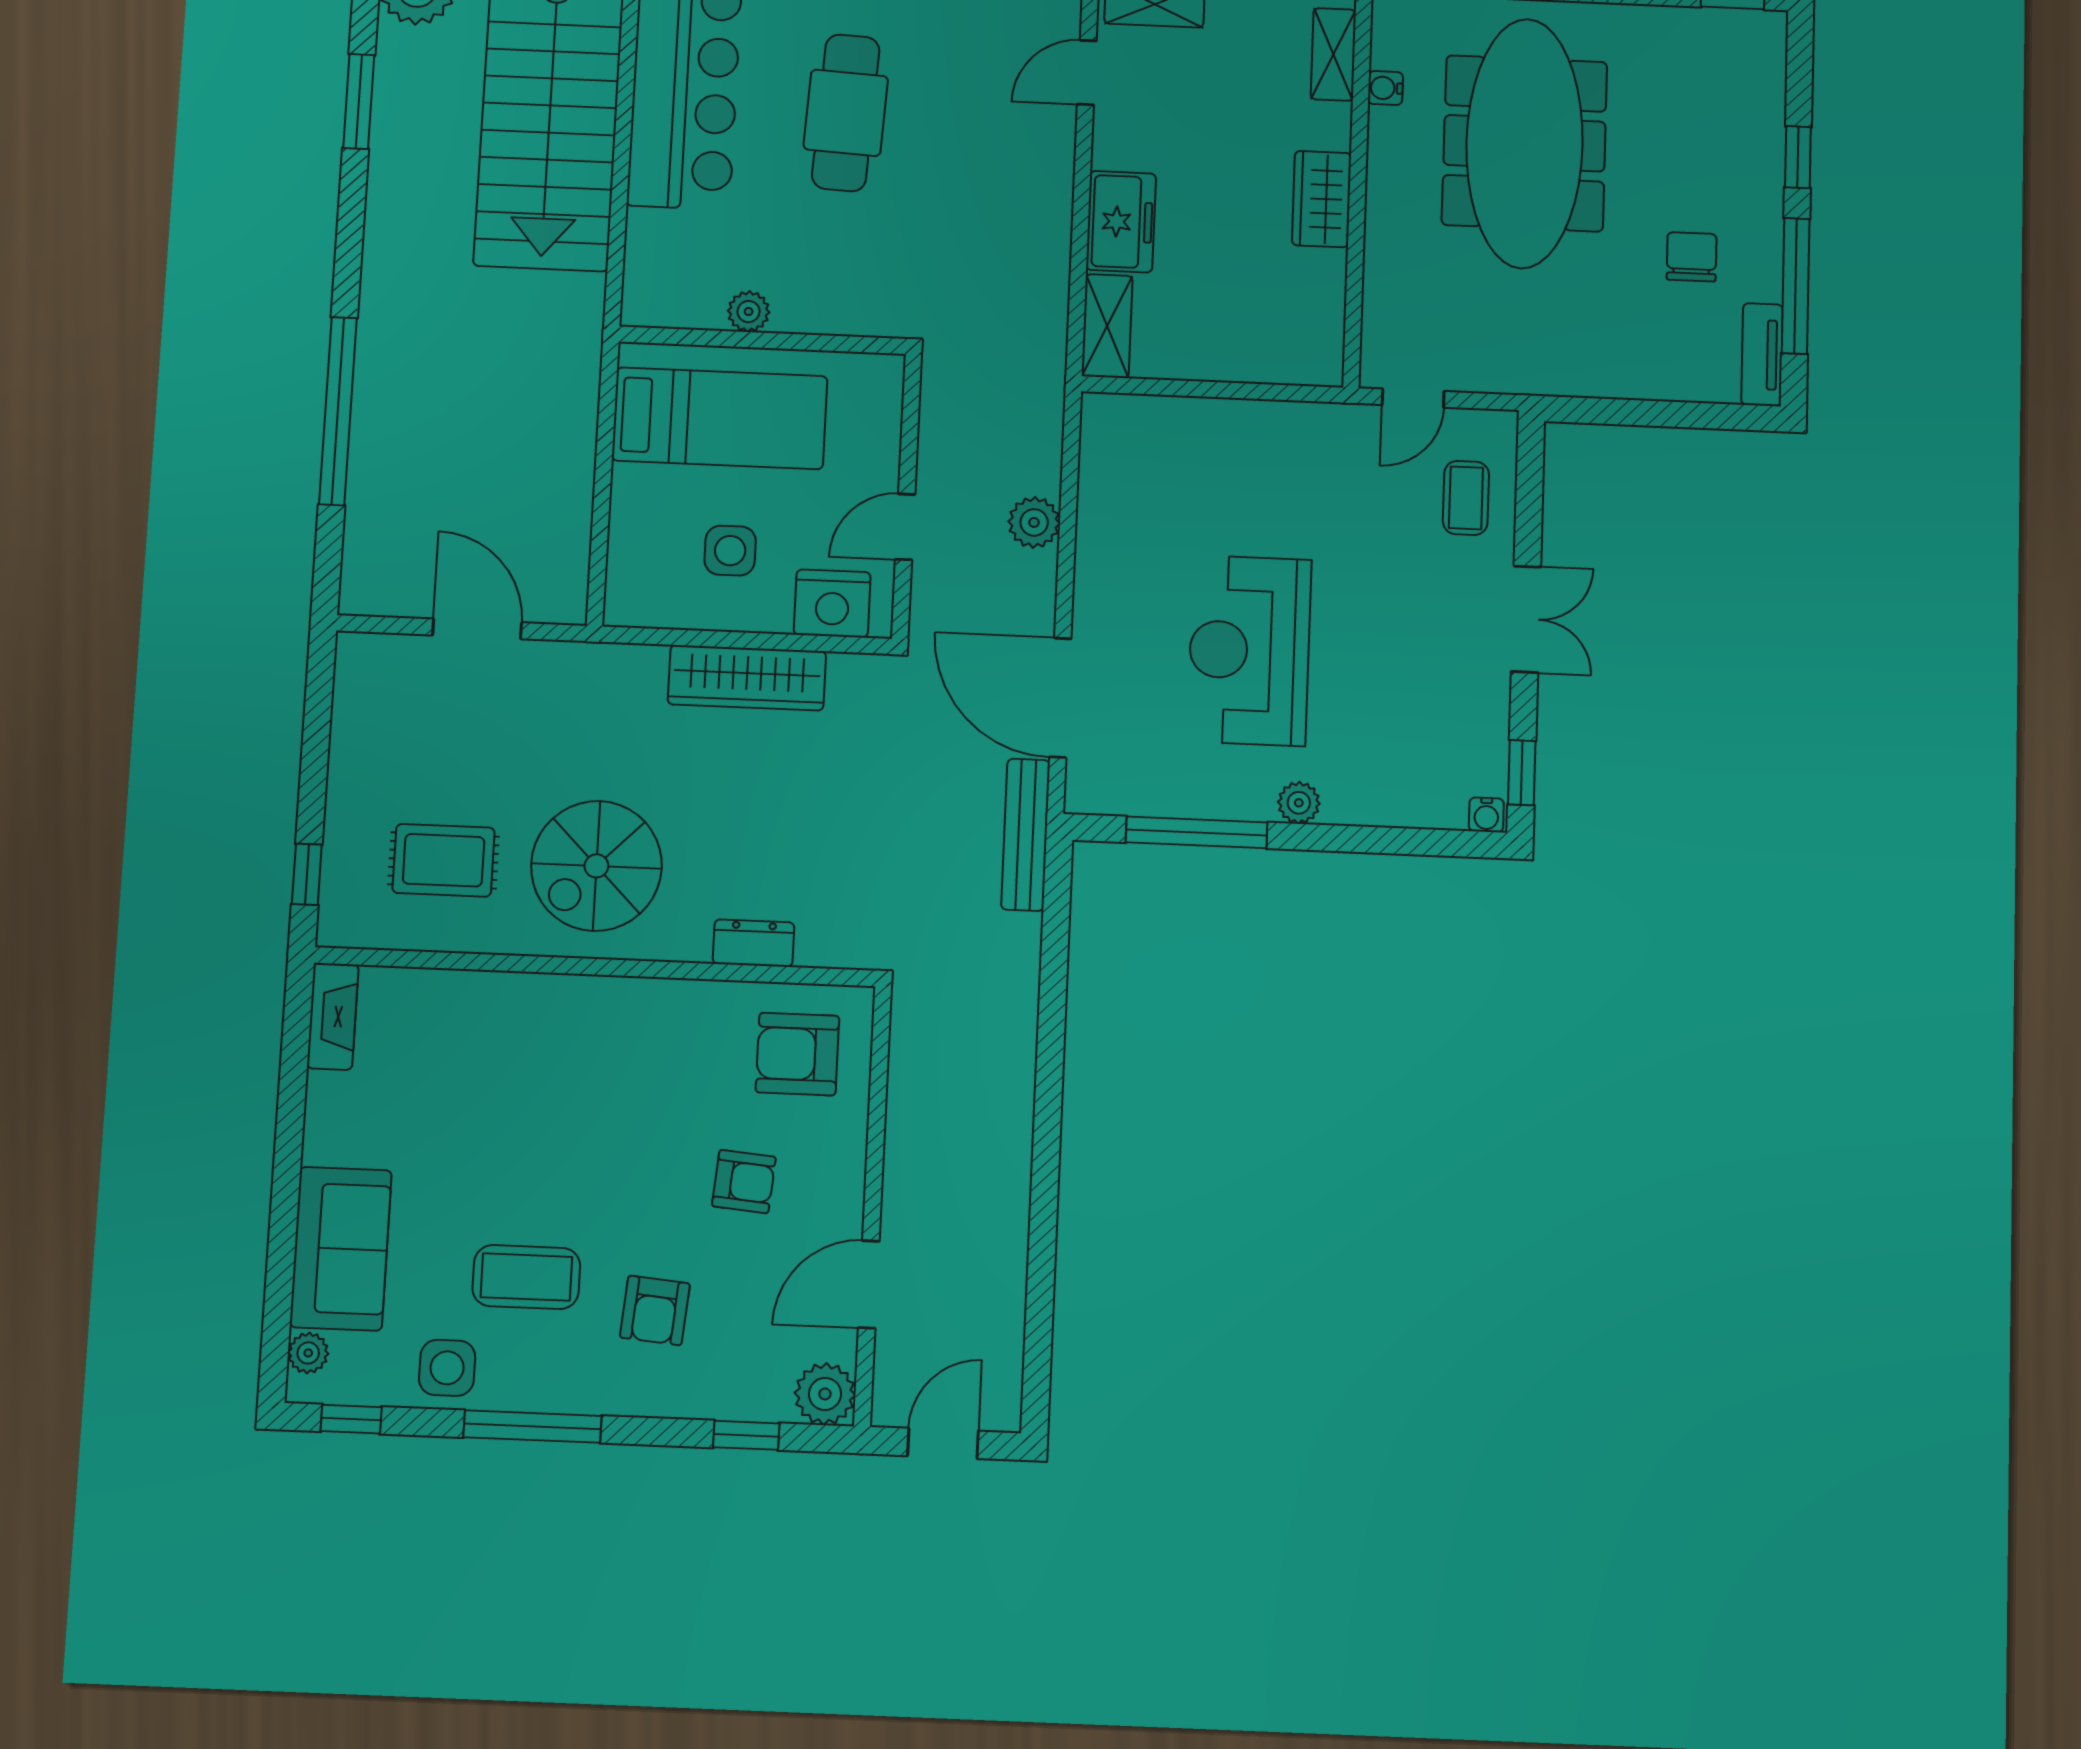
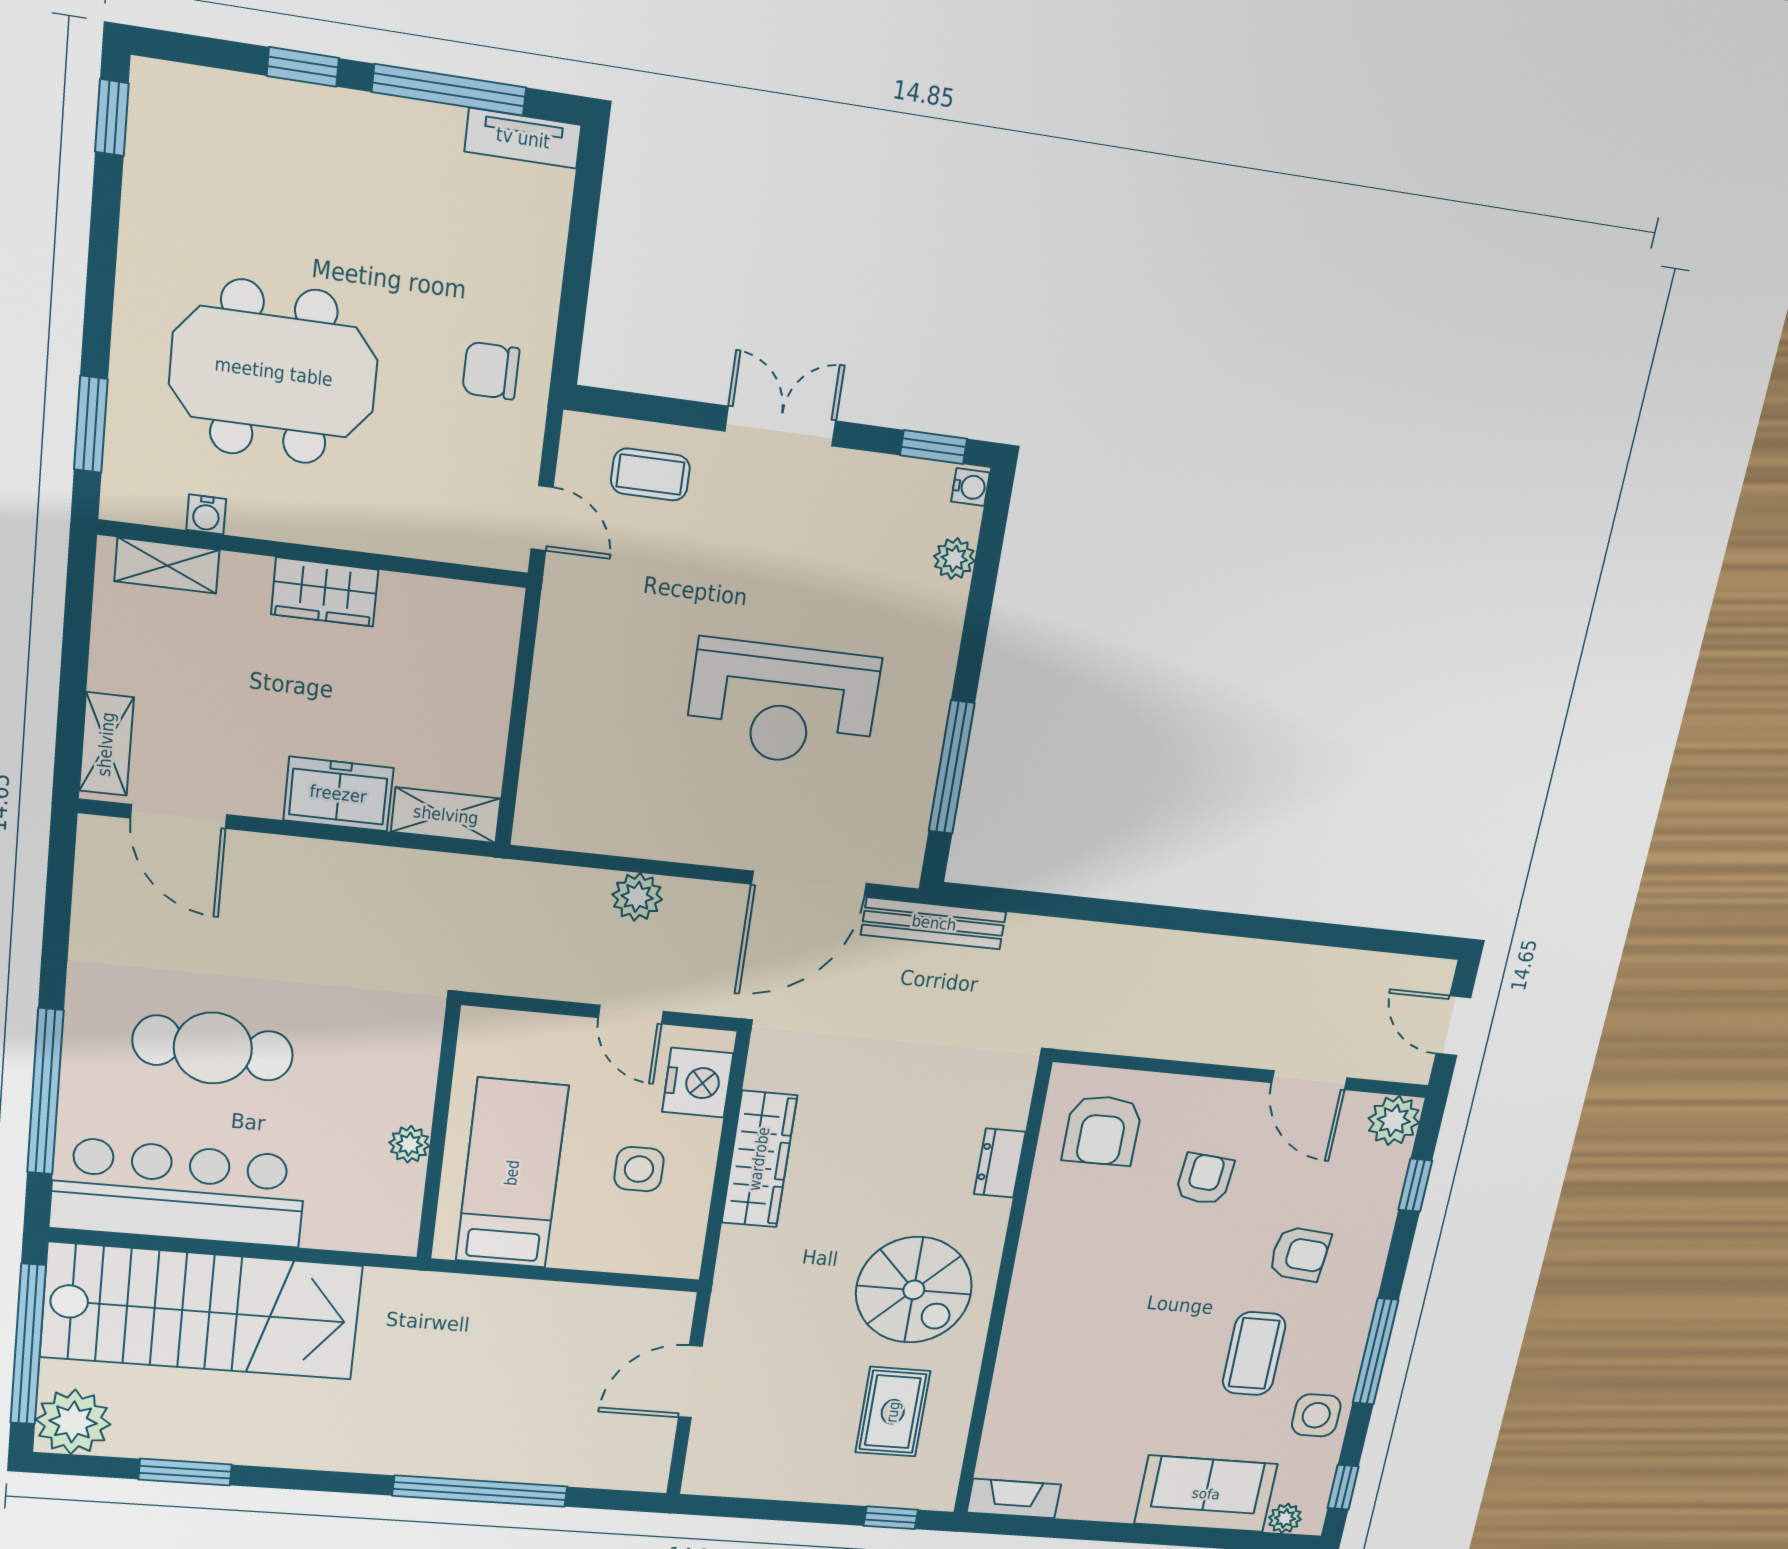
door: (1087, 73) -> (179, 816), width x1.38
meeting table: (1524, 143) -> (274, 372), width x0.73
chair: (1692, 257) -> (491, 371), moved
plant: (1299, 803) -> (954, 559), moved

